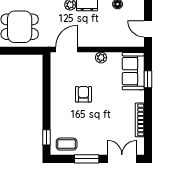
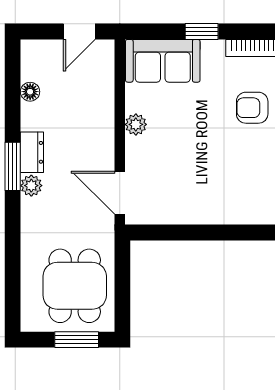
window: (148, 79) -> (202, 31), moved
armchair: (83, 94) -> (252, 108), moved

